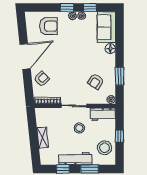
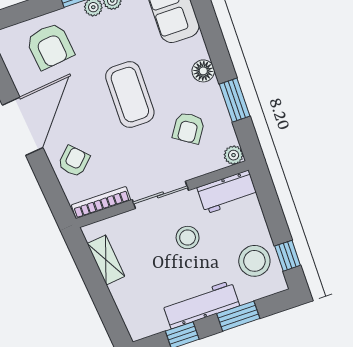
armchair: (48, 26) -> (50, 46), turned 83
floor lamp: (110, 49) -> (203, 71), moved
coffee table: (76, 59) -> (130, 95), added
window: (119, 136) -> (288, 256), moved
shelving: (42, 138) -> (106, 260), moved

